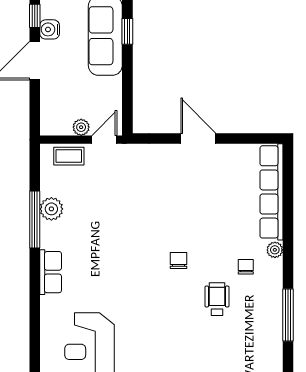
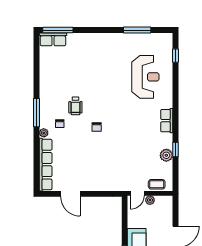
door: (198, 139) -> (70, 194), moved
window: (35, 219) -> (175, 150), width x0.46
window: (288, 315) -> (36, 113), moved

